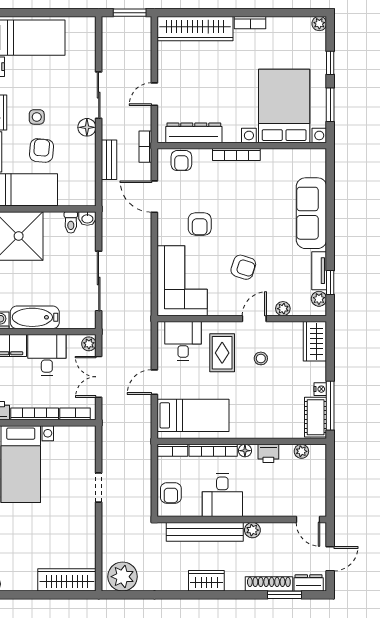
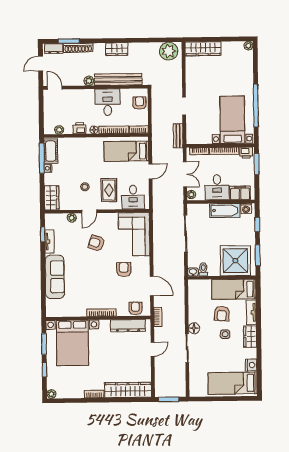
bench: (109, 160) -> (178, 136), moved
plant: (319, 299) -> (50, 224), removed

